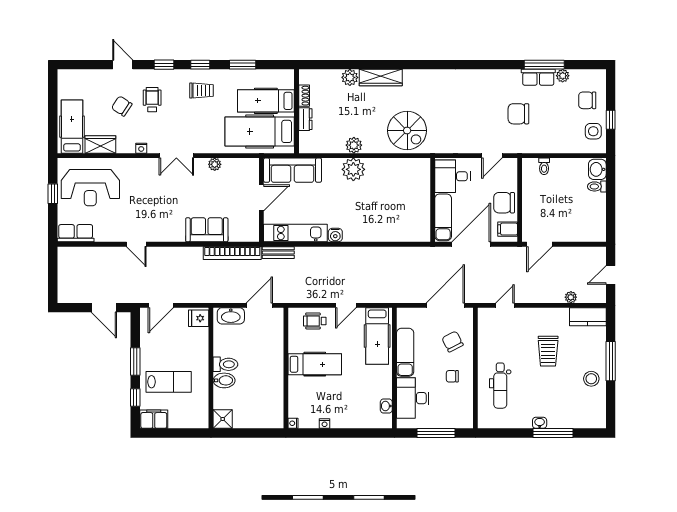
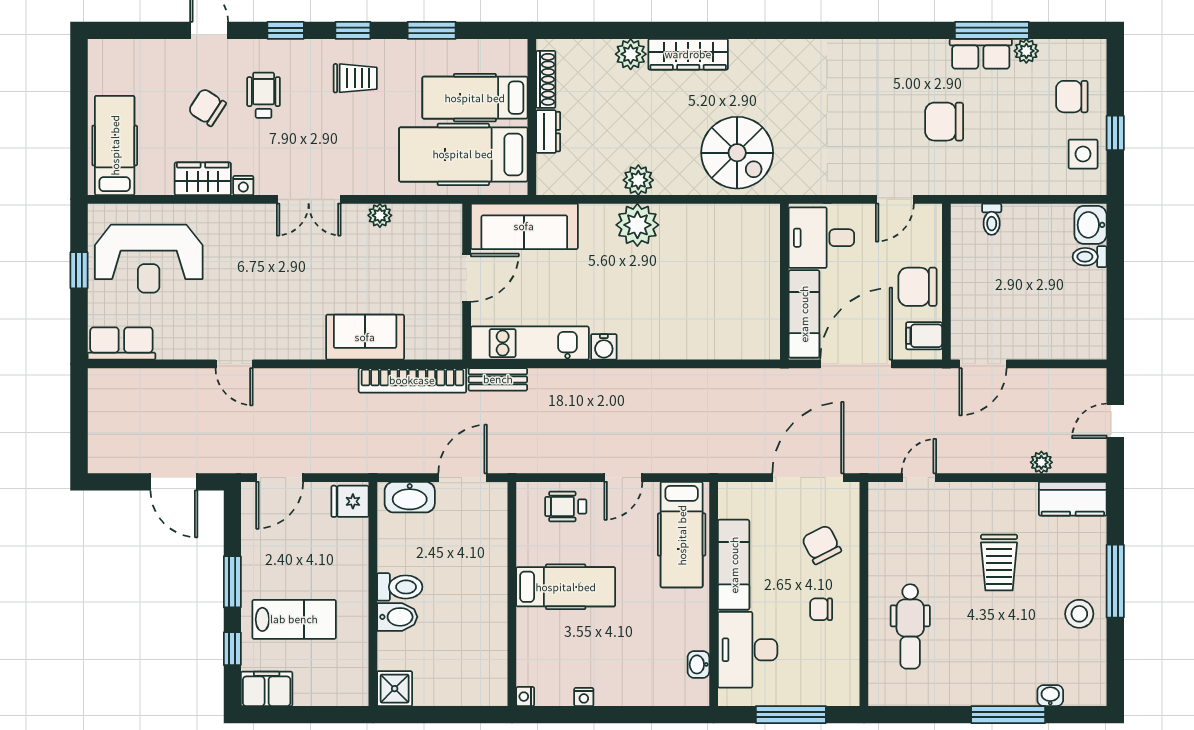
shoe rack: (304, 96) -> (546, 79), width x1.43
wardrobe: (100, 145) -> (203, 179), moved
washbasin: (540, 423) -> (1050, 696), moved

